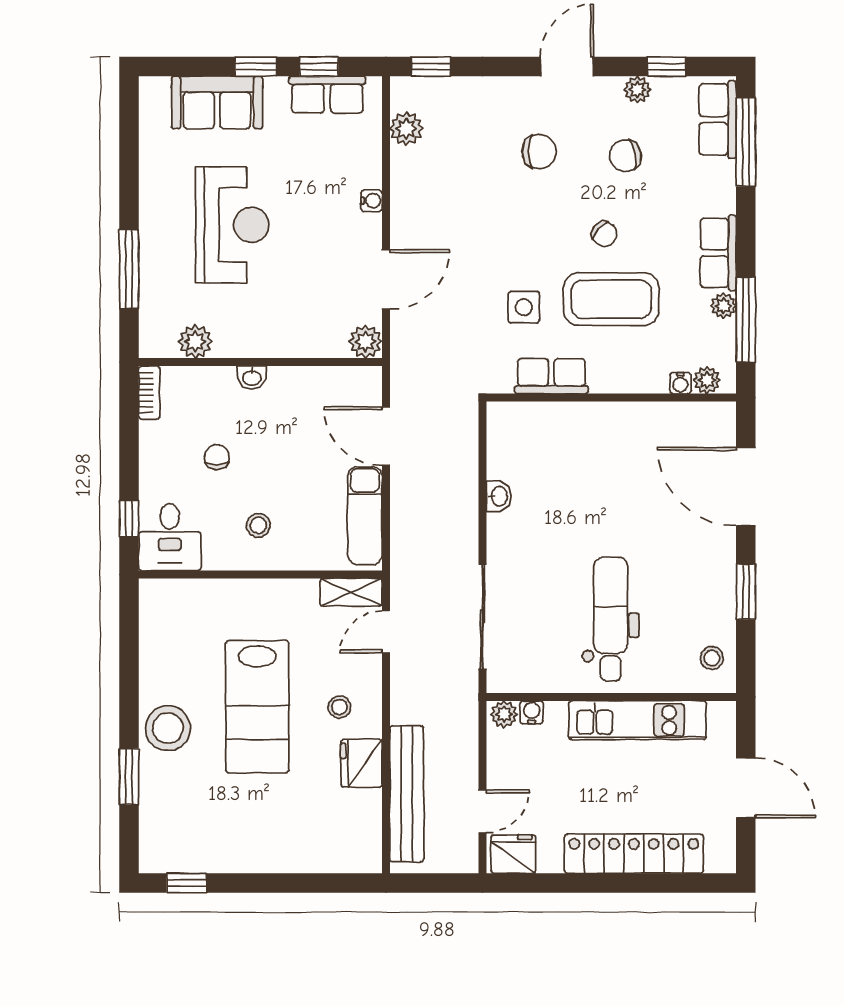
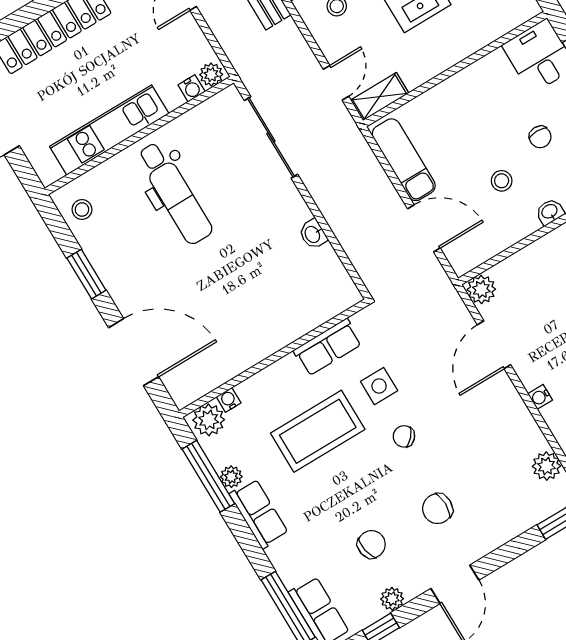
chair: (604, 234) -> (404, 436), moved
plant: (707, 380) -> (209, 420), width x1.38, depth x1.38
stool: (258, 525) -> (502, 181), moved

